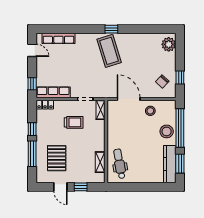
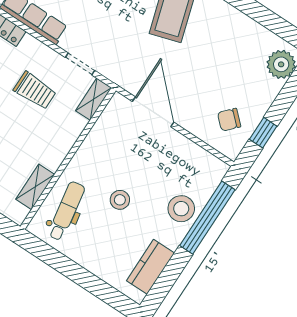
stool: (150, 111) -> (120, 200), moved
kitchen counter: (170, 164) -> (150, 267), width x0.67
window: (180, 164) -> (168, 277), removed

